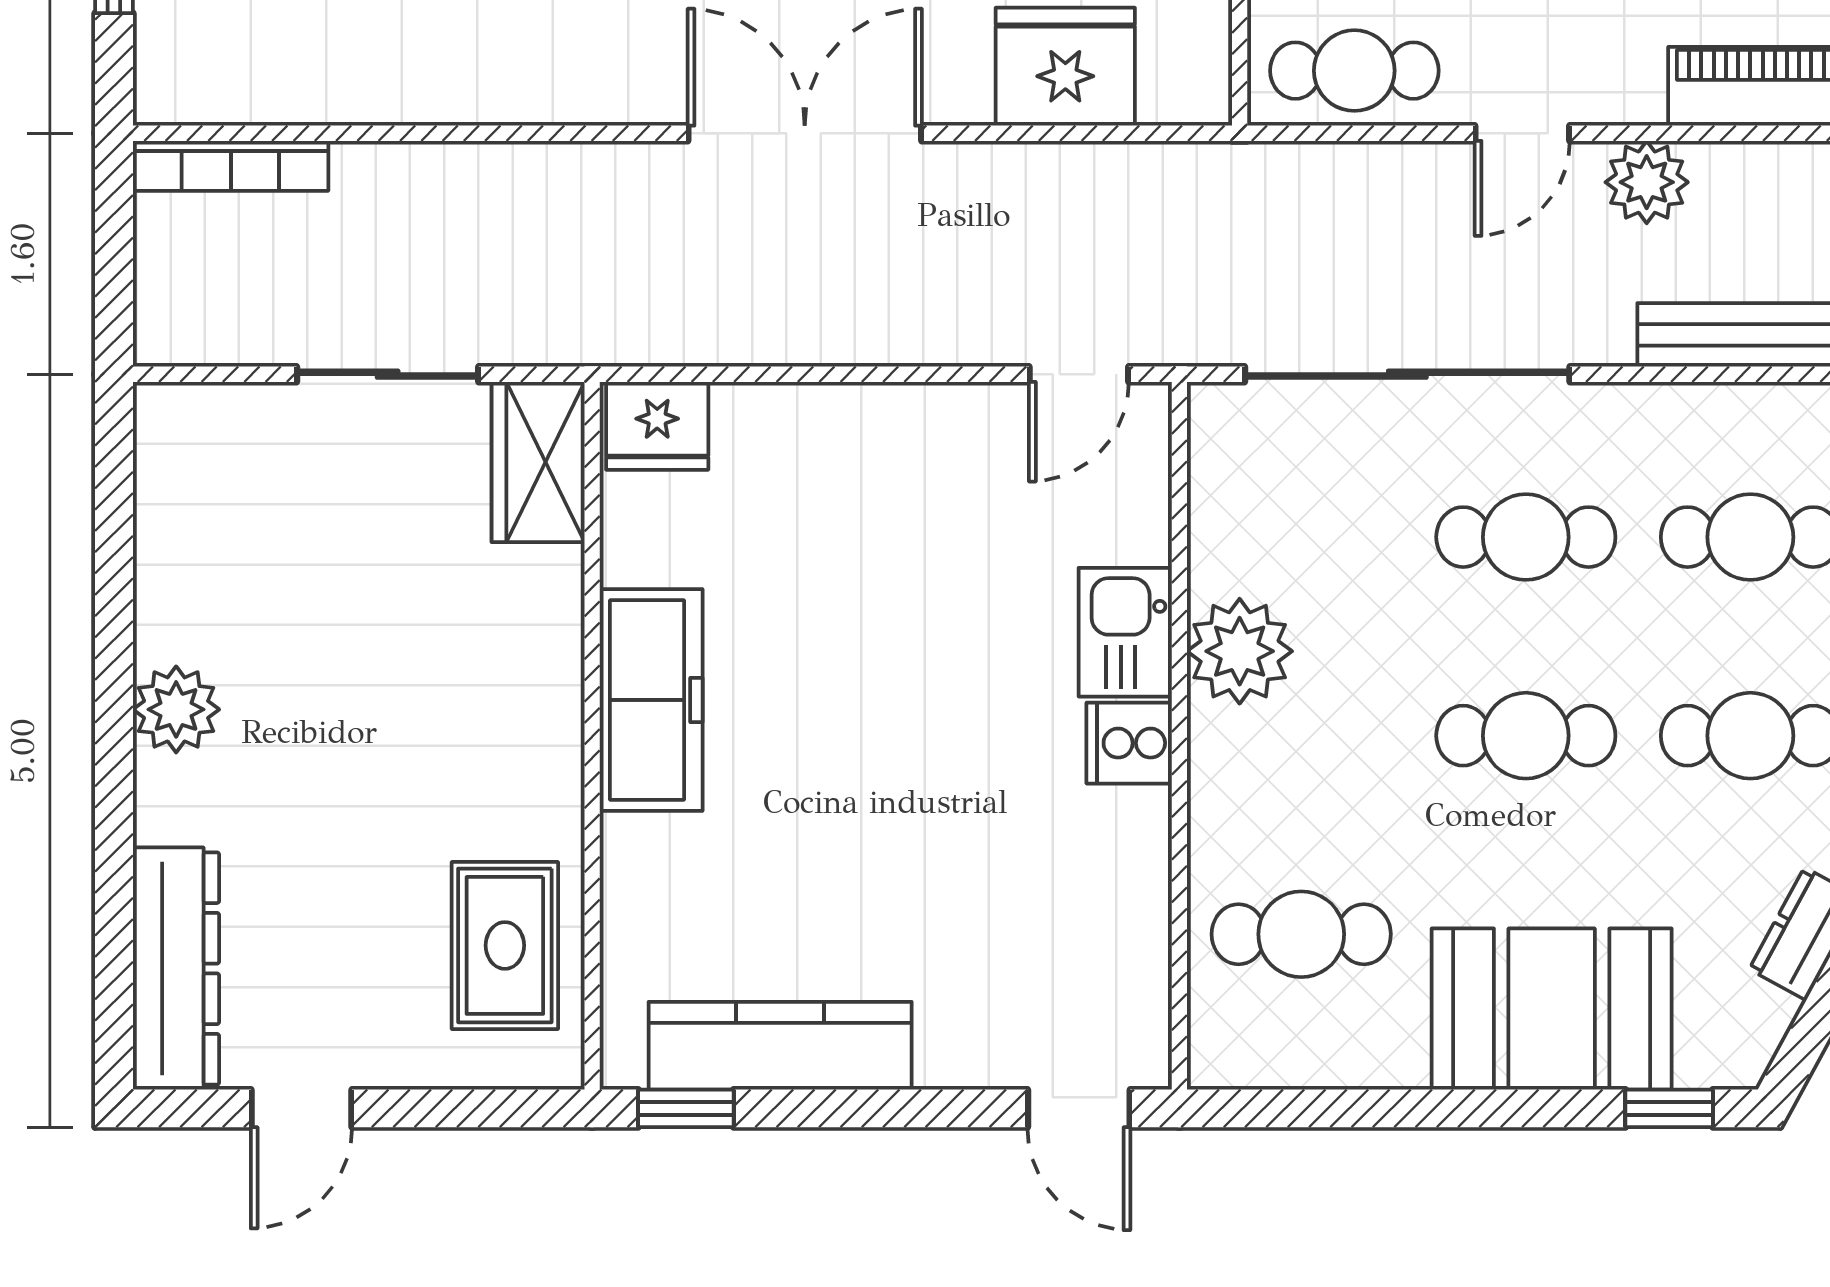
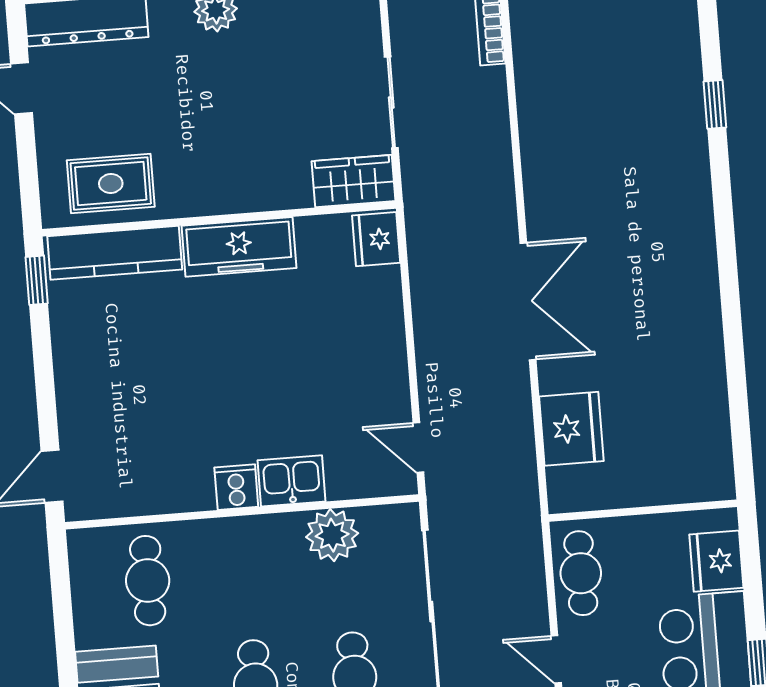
plant: (1240, 651) -> (332, 535), moved
kitchen counter: (780, 1046) -> (115, 253), moved, turned 90

